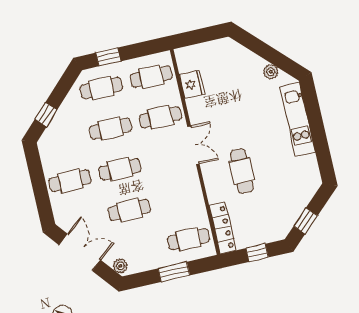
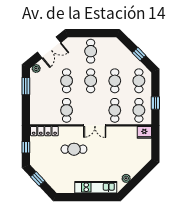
window: (108, 57) -> (155, 103), moved
fridge: (192, 84) -> (144, 132), moved
window: (46, 115) -> (139, 54), moved
cafe table: (188, 239) -> (67, 110), moved
window: (174, 272) -> (26, 86), moved

